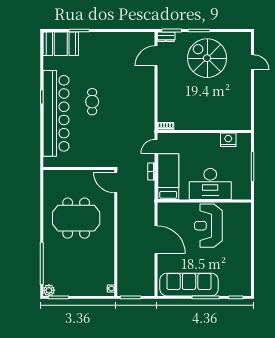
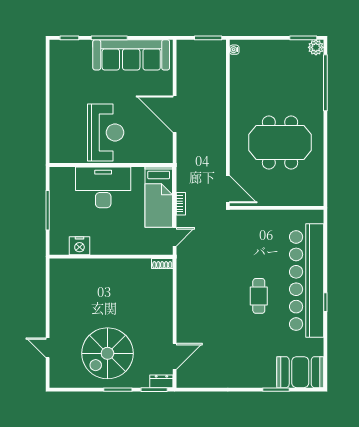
spiral stairs: (207, 58) -> (107, 353), turned 90

